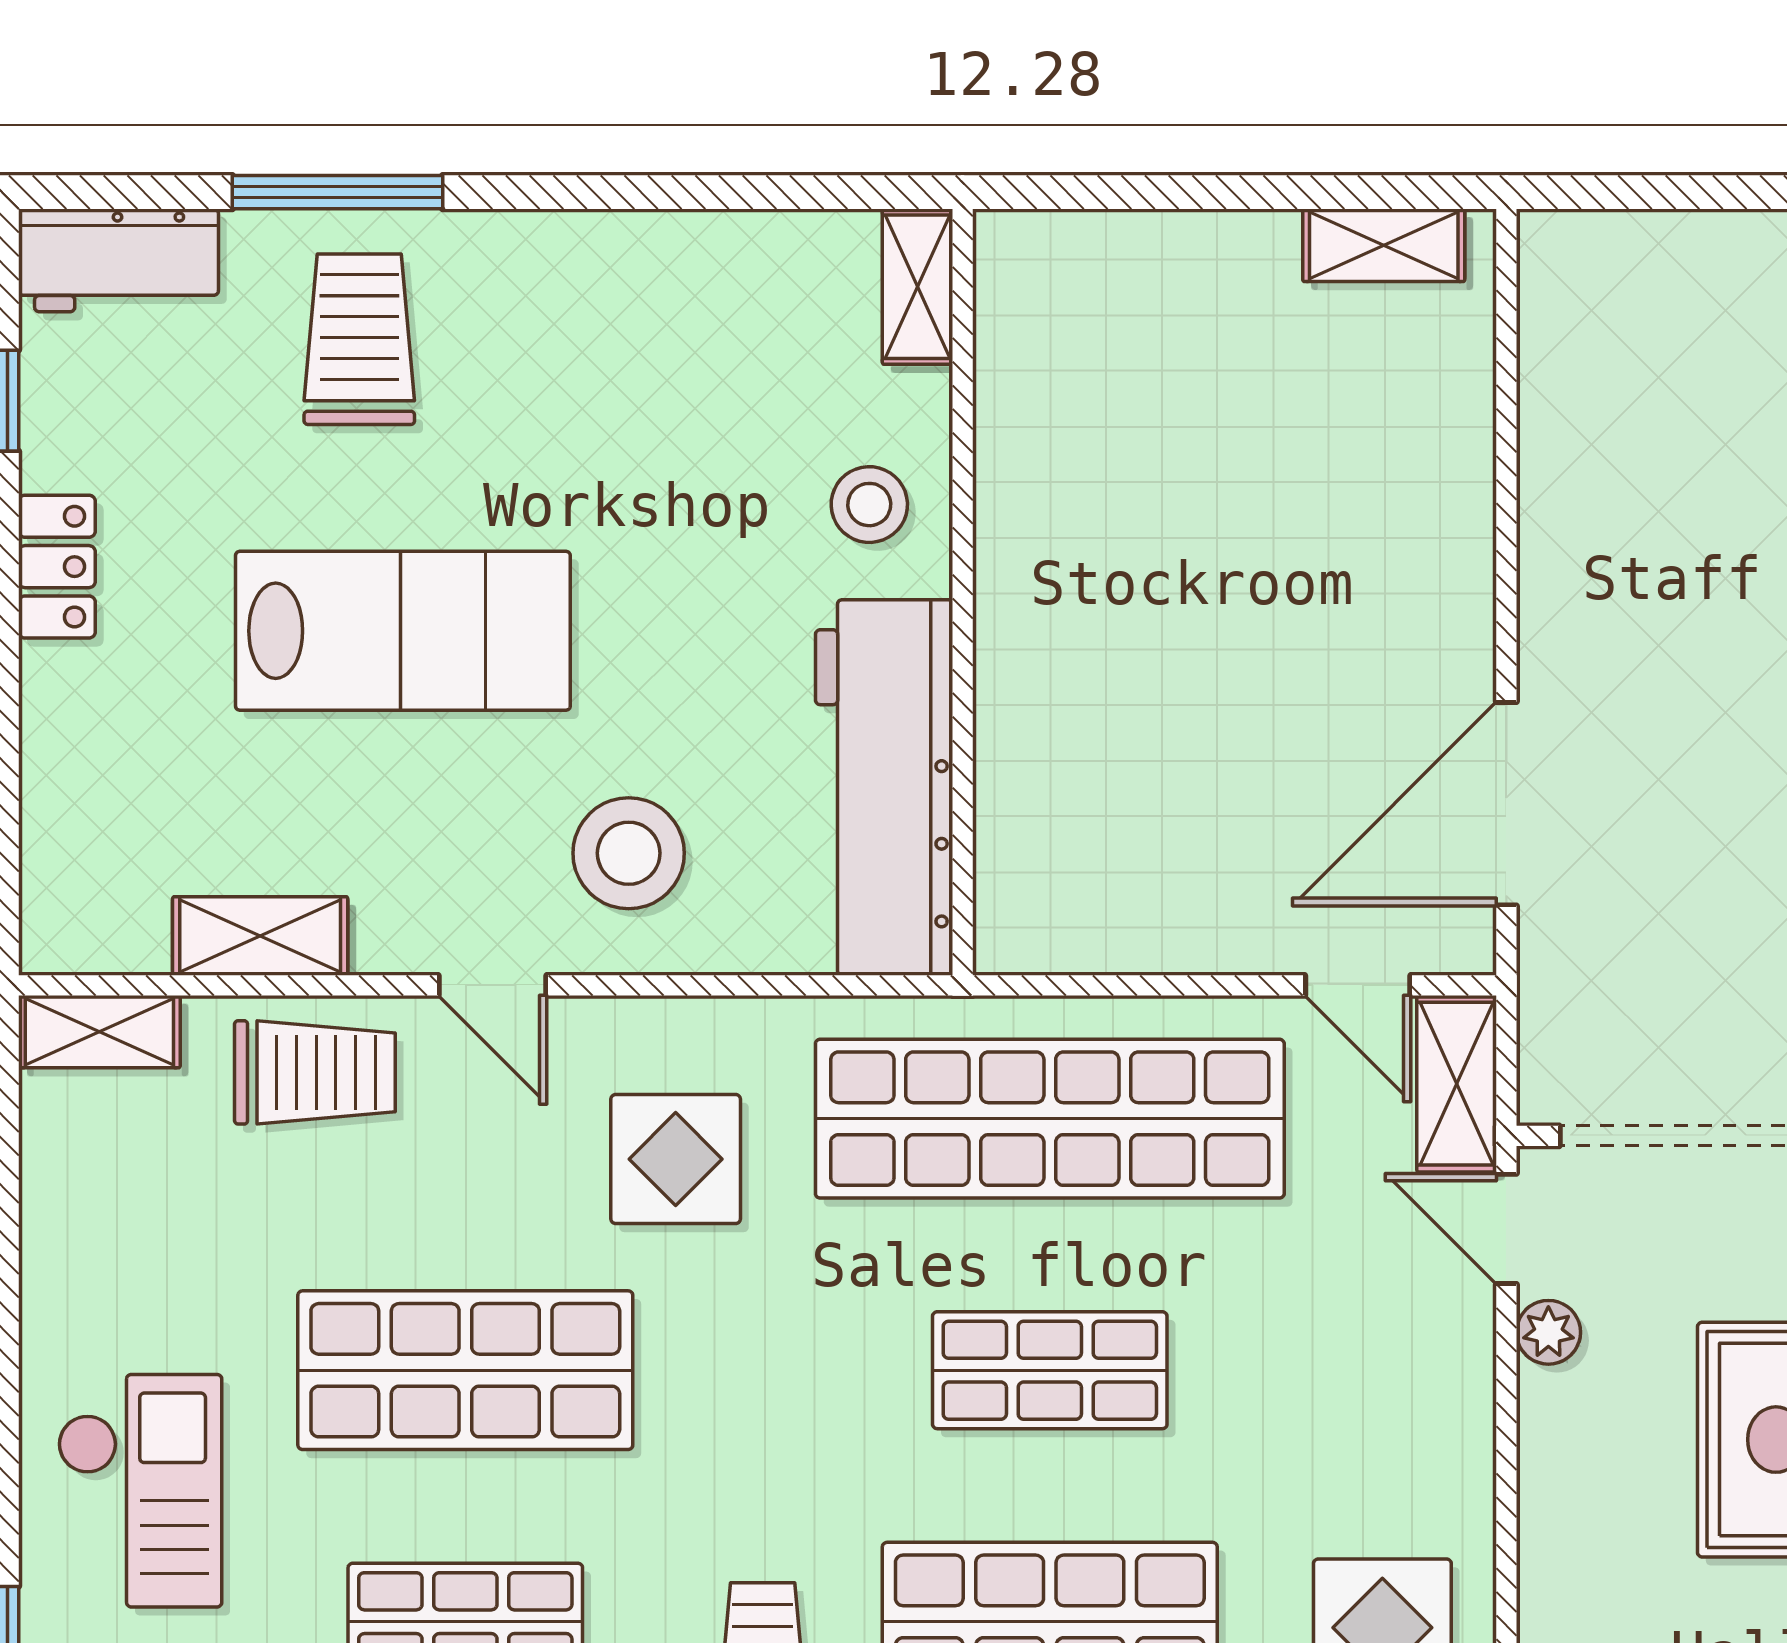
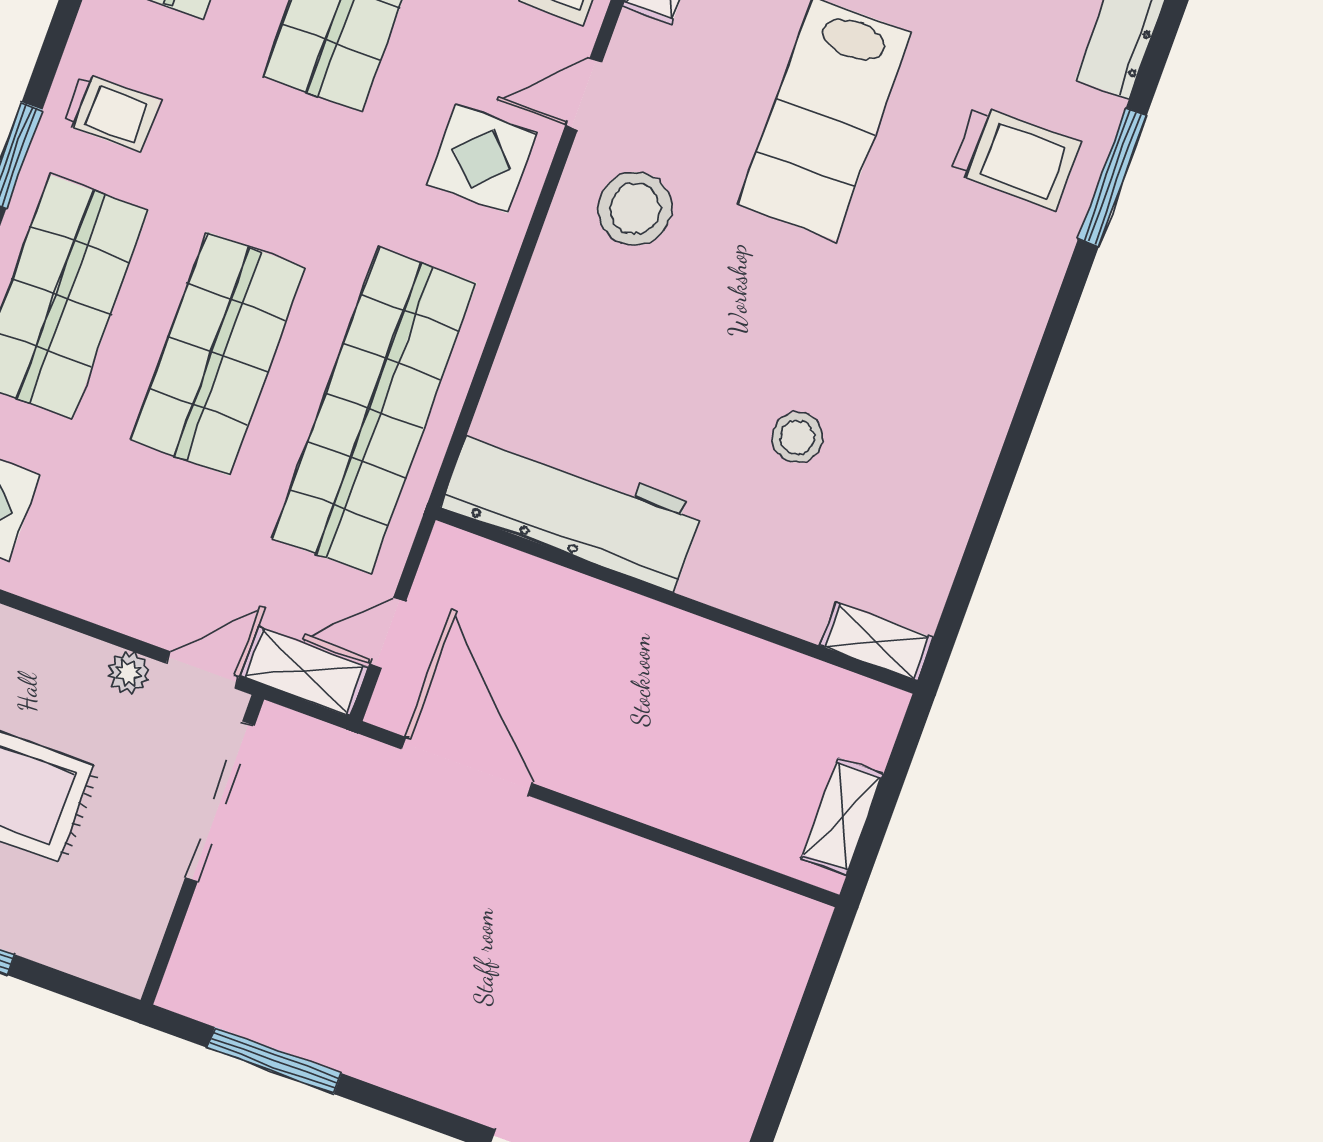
shelving: (918, 287) -> (877, 642), moved
wall: (963, 592) -> (676, 601), moved
workbench: (884, 787) -> (573, 507), moved
display table: (676, 1159) -> (482, 158), moved
shop shelf: (1050, 1370) -> (218, 354), width x1.43, depth x1.36

